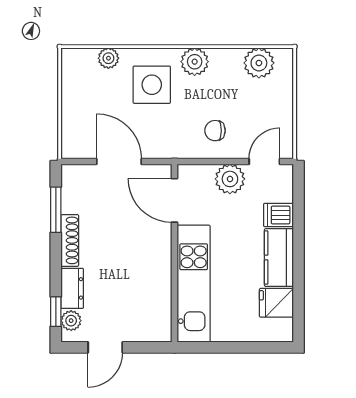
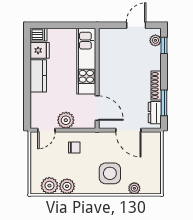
plant: (195, 62) -> (67, 186), moved
dishwasher: (278, 215) -> (38, 35), moved
dresser: (72, 288) -> (155, 113), moved

